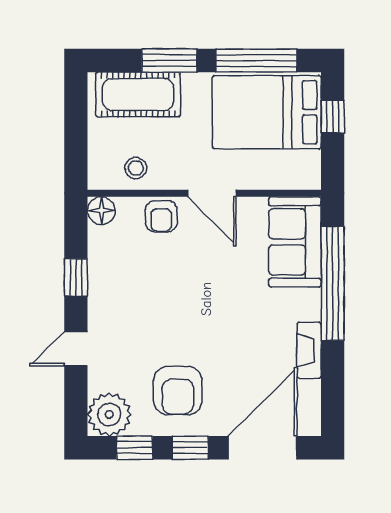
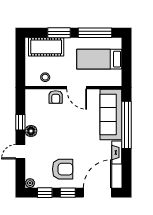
bed: (267, 112) -> (99, 59), width x0.67
window: (333, 117) -> (127, 56), removed
floor lamp: (101, 211) -> (31, 131), moved
sofa: (295, 242) -> (111, 114), width x1.36
armchair: (178, 391) -> (63, 169), turned -90
plant: (109, 414) -> (30, 183), width x0.53, depth x0.53

